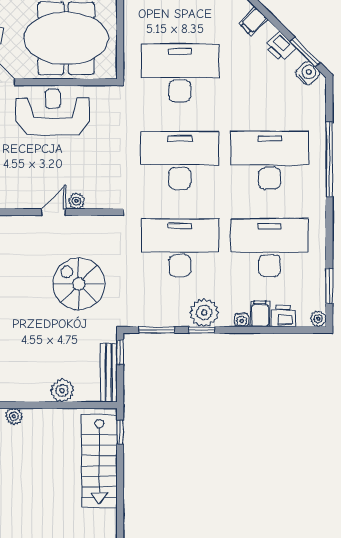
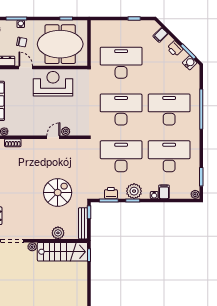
spiral stairs: (79, 284) -> (58, 193), moved, turned 90
printer: (283, 316) -> (111, 193), moved
stairs: (99, 461) -> (62, 252), moved, turned -90

